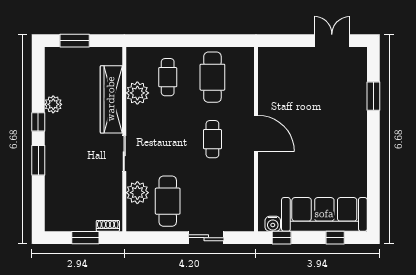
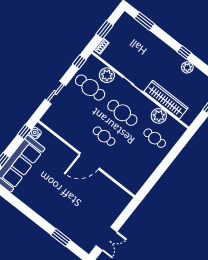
cafe table: (212, 77) -> (122, 113), moved
window: (38, 160) -> (144, 21), moved
window: (147, 238) -> (79, 62), added

